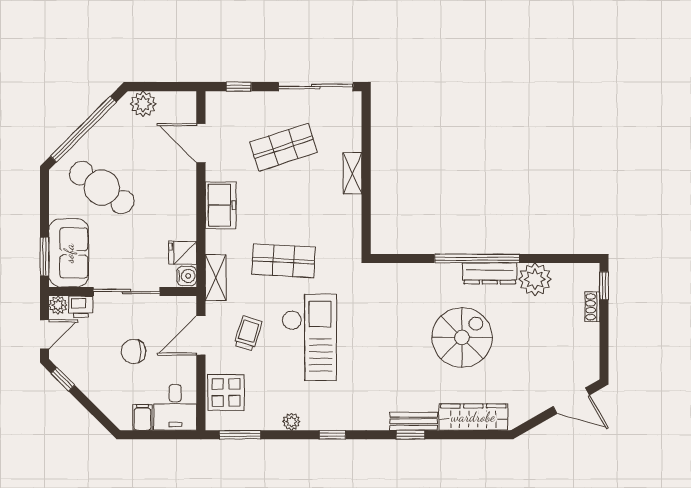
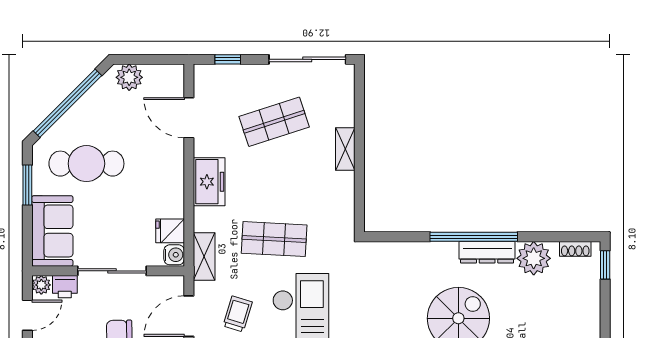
cafe table: (102, 188) -> (86, 164), turned -35
window: (44, 256) -> (27, 185), moved
shoe rack: (592, 307) -> (575, 249), moved, turned -90

